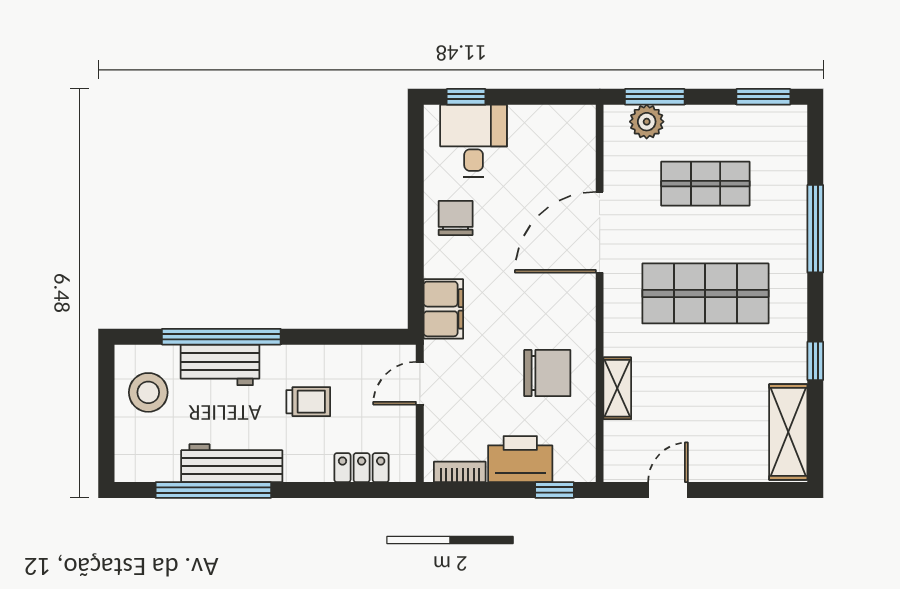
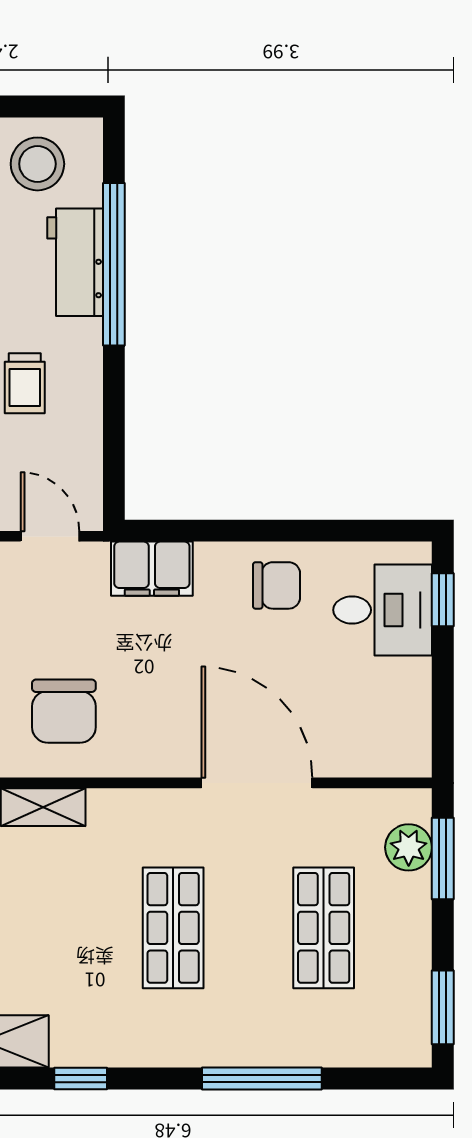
shop shelf: (705, 293) -> (173, 928), width x0.70, depth x0.74

